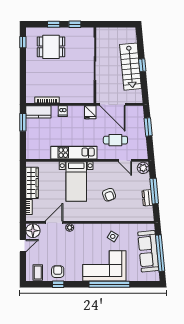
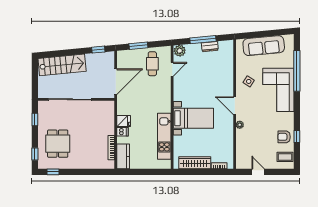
window: (54, 24) -> (35, 154), moved
window: (142, 65) -> (98, 50), moved
stairs: (131, 67) -> (62, 65), moved
fridge: (90, 112) -> (124, 121), moved
window: (23, 122) -> (134, 172), removed
cafe table: (115, 140) -> (152, 64), moved
kitchen unit: (74, 153) -> (164, 136), moved
armchair: (109, 195) -> (207, 85), removed
door: (54, 222) -> (235, 106), moved
floor lamp: (33, 231) -> (243, 162), removed
window: (160, 253) -> (266, 34), removed
window: (109, 284) -> (297, 71), moved

